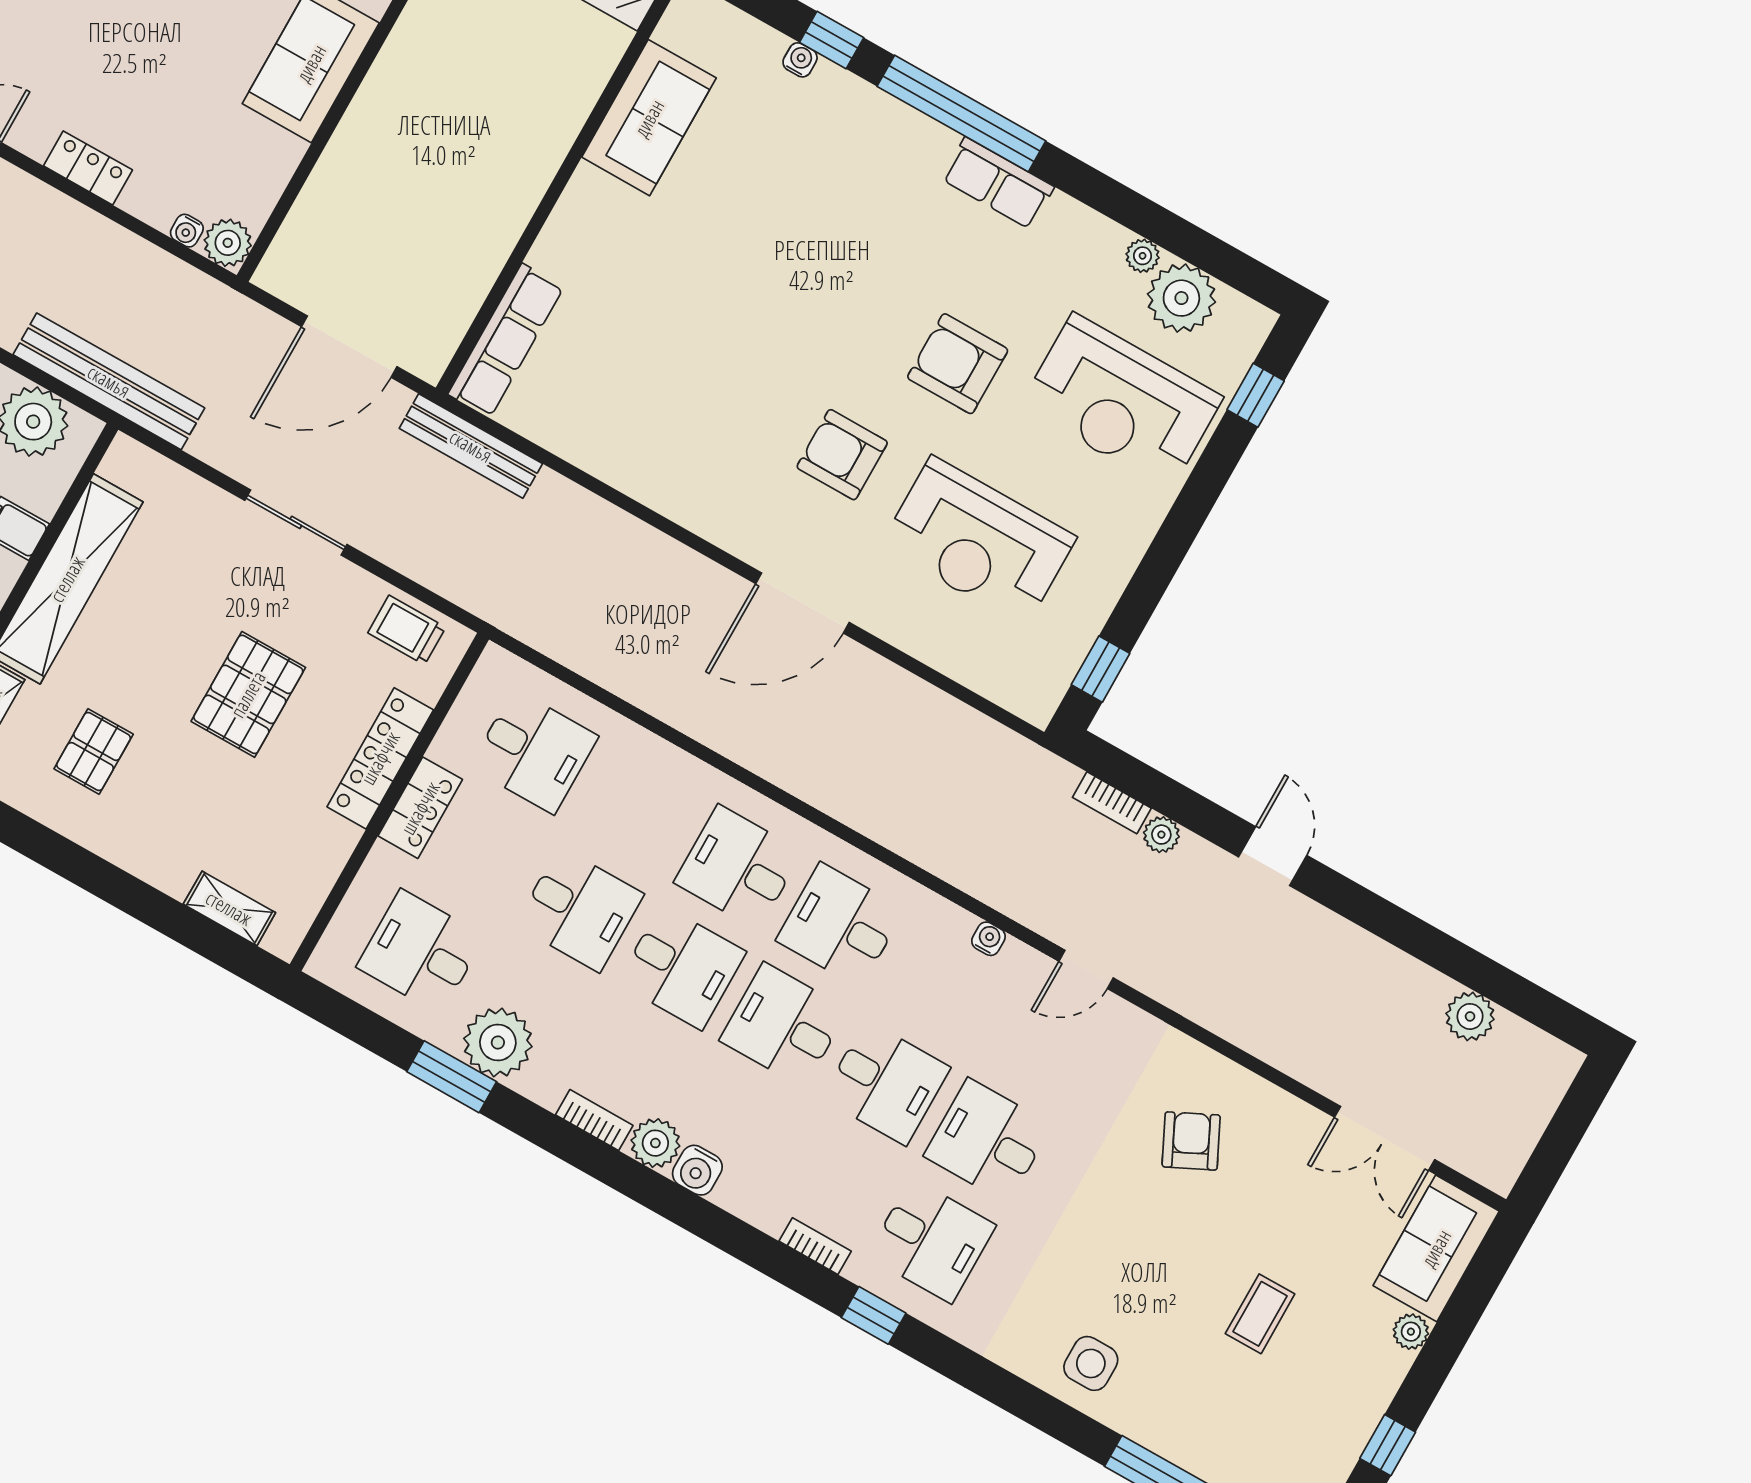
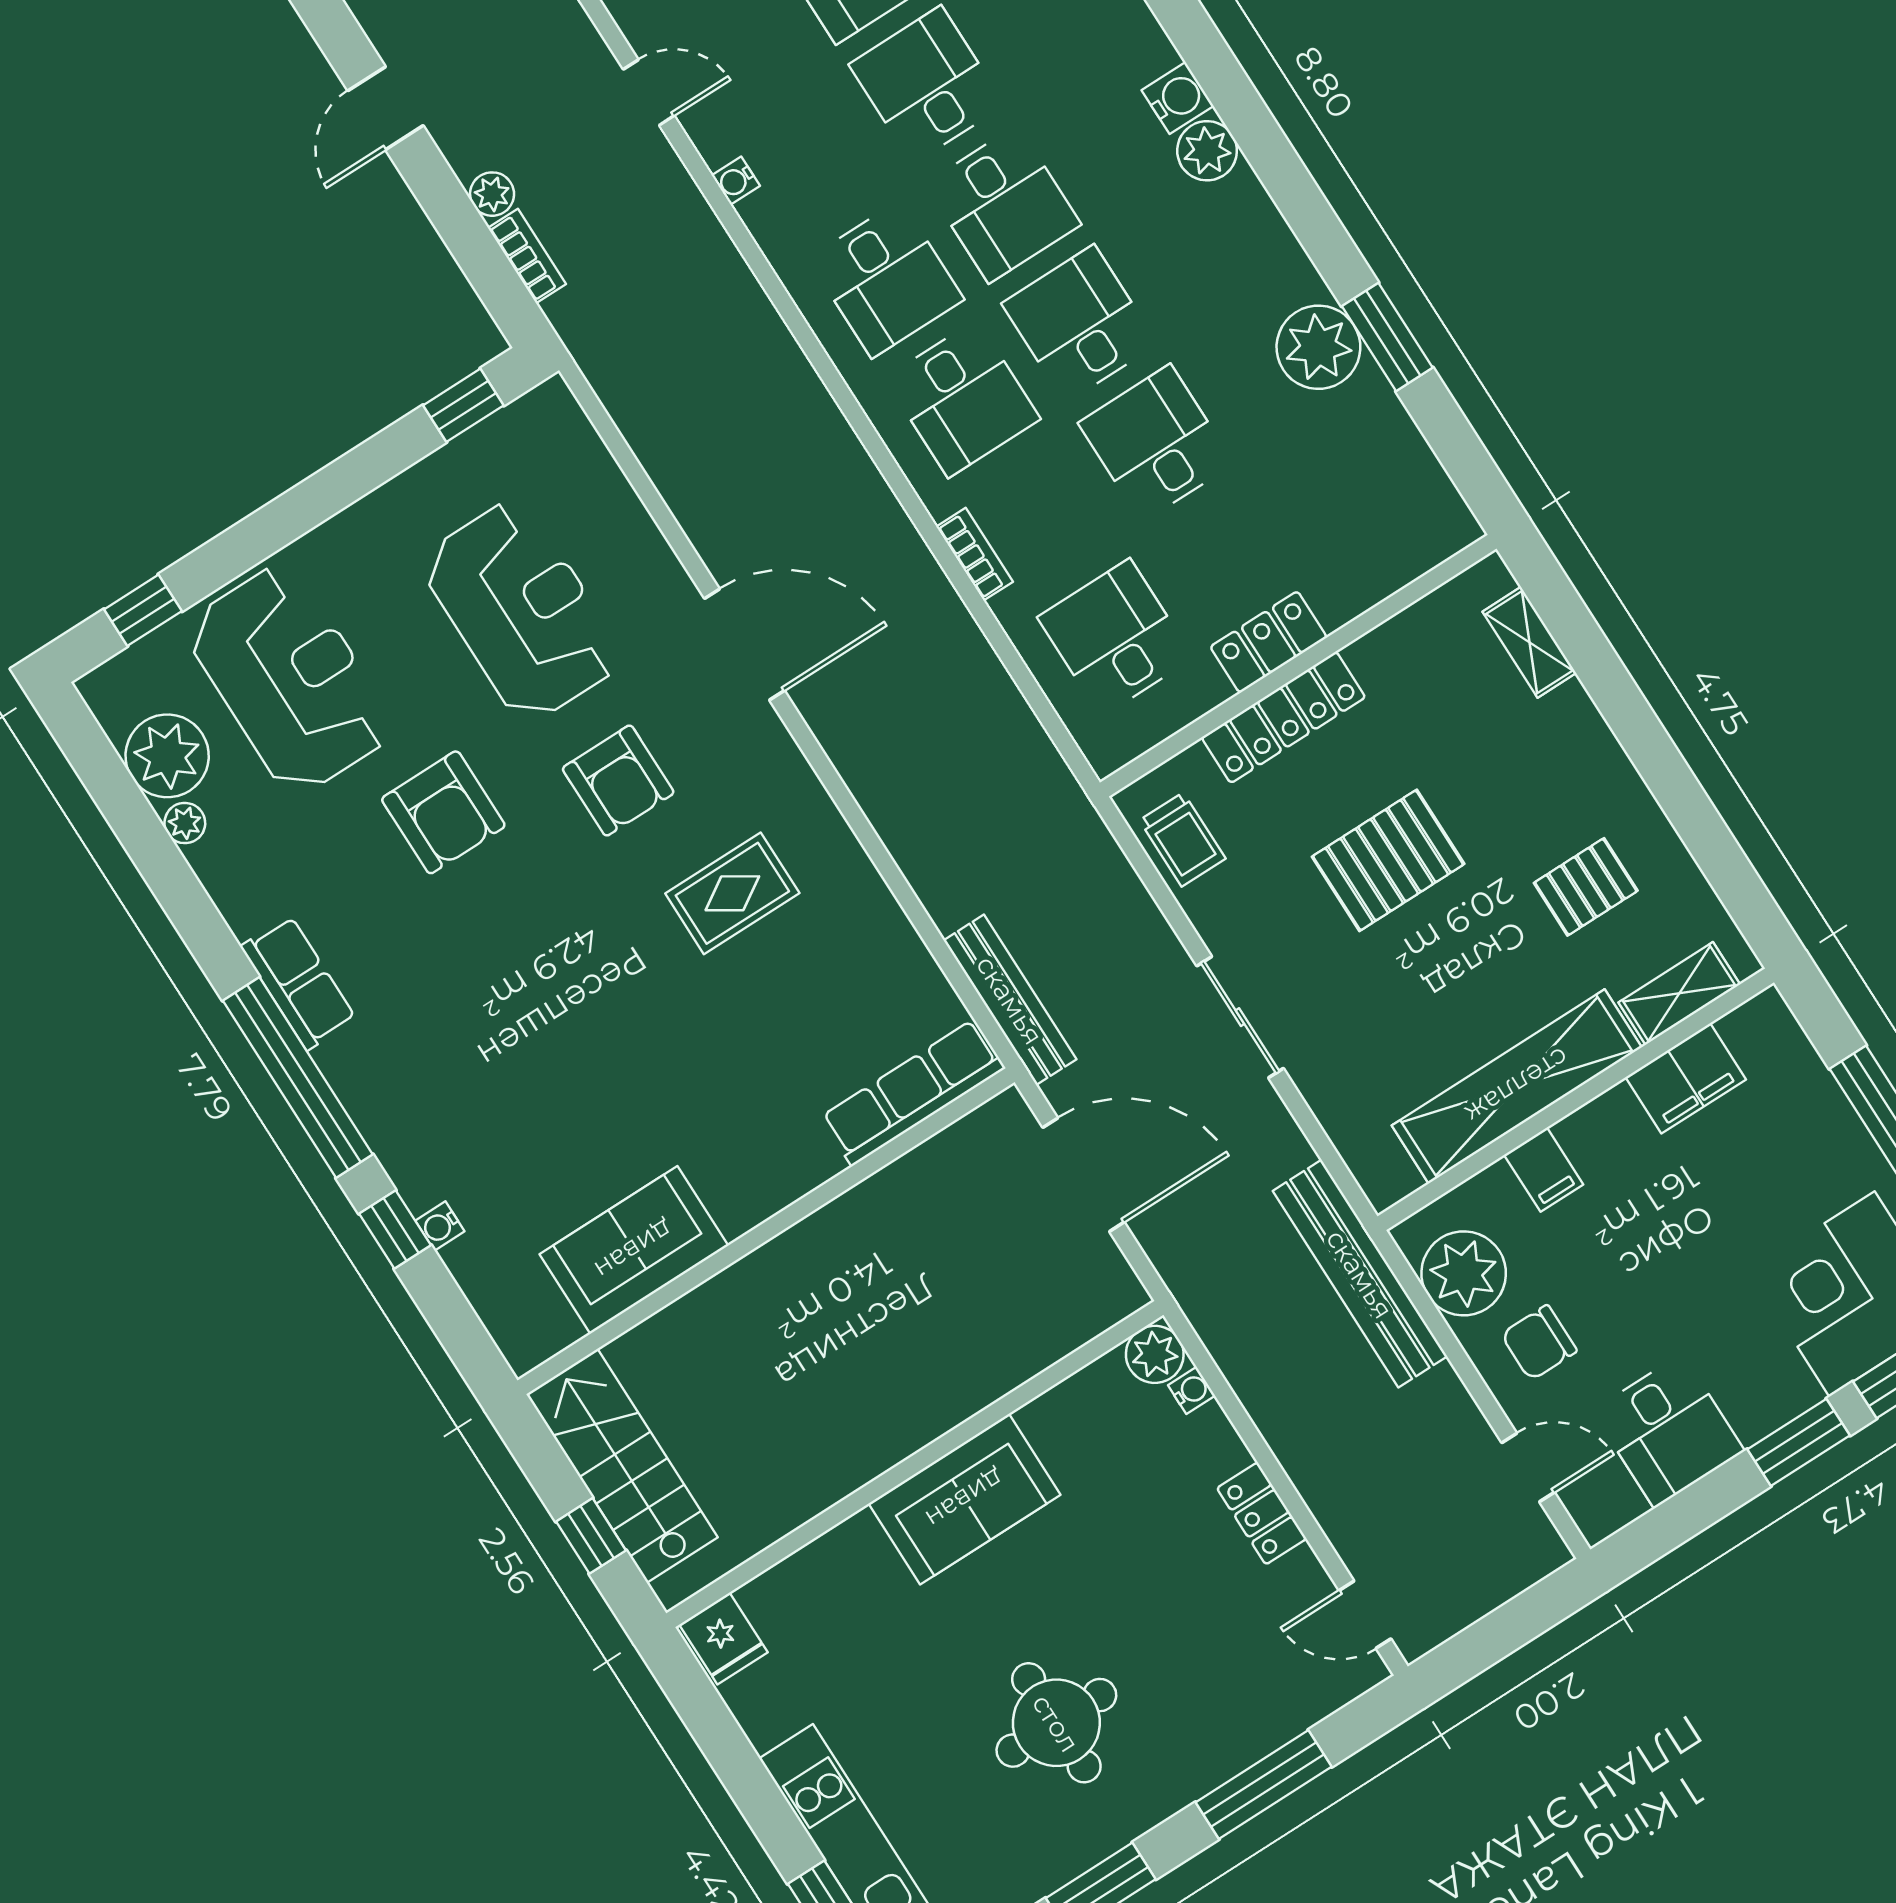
rug: (715, 416) -> (732, 893), added
desk: (421, 952) -> (1349, 488), removed
bookcase: (594, 1120) -> (975, 554), moved, turned 180

